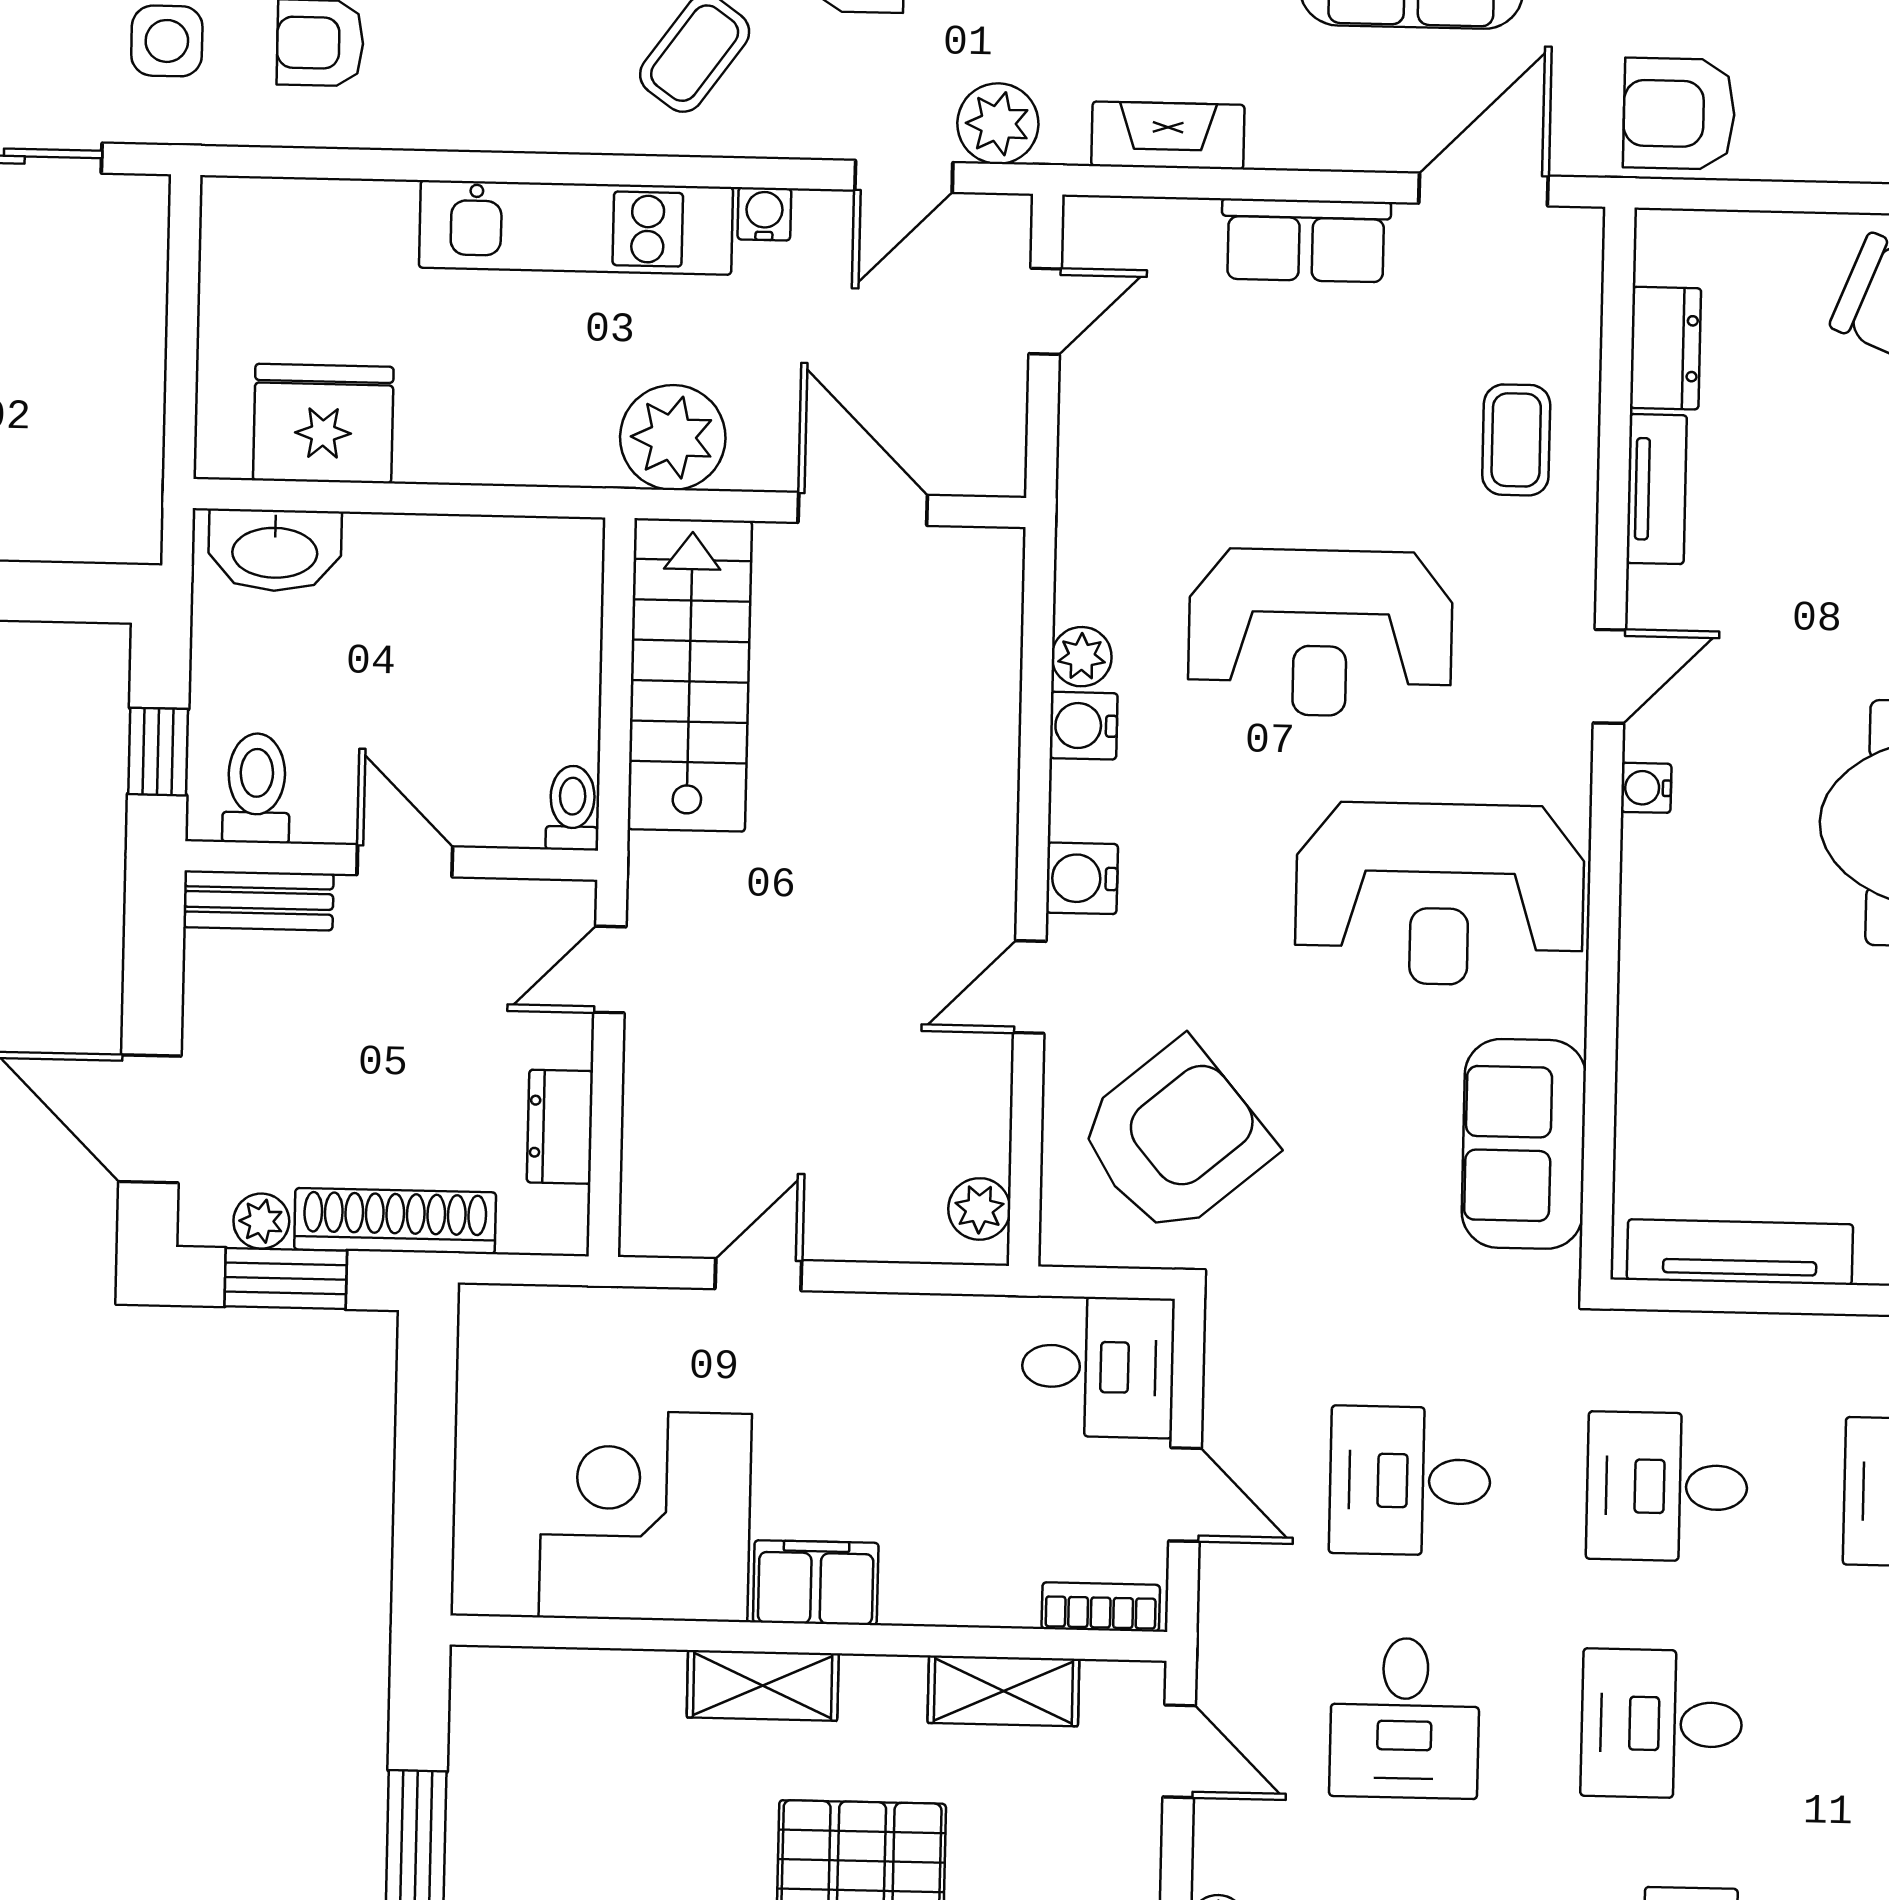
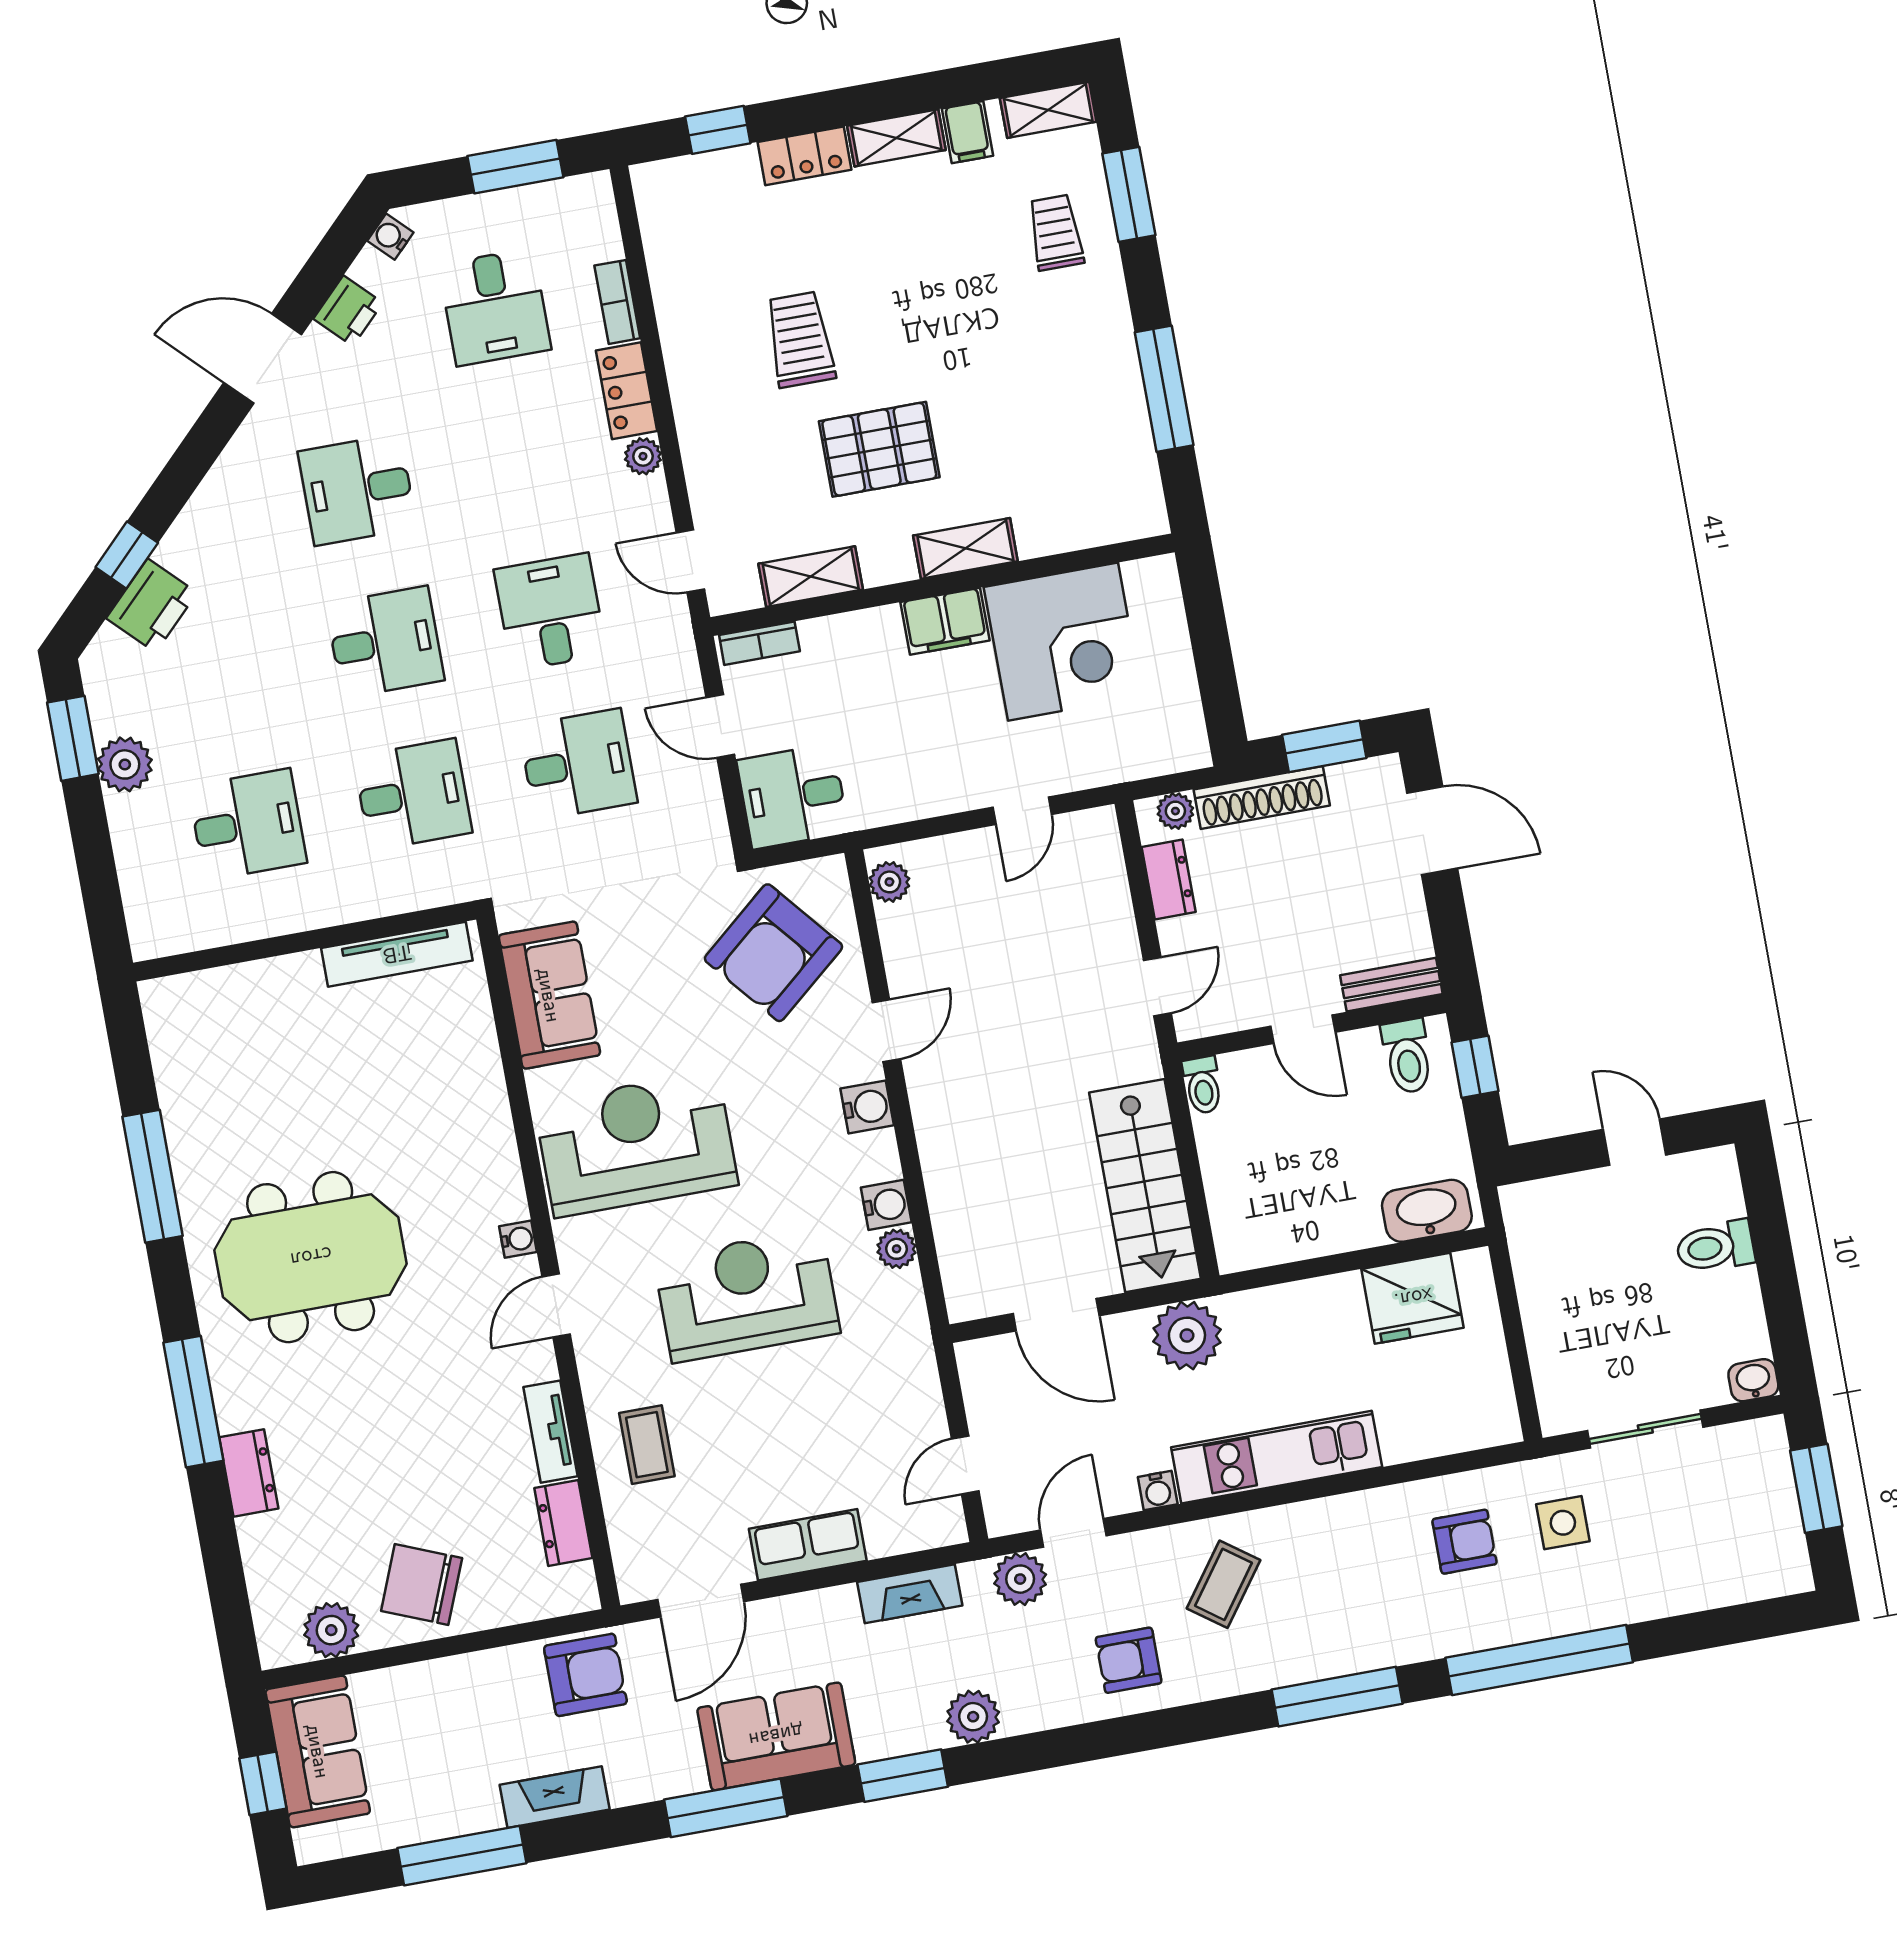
plant: (261, 1221) -> (1175, 811), moved

